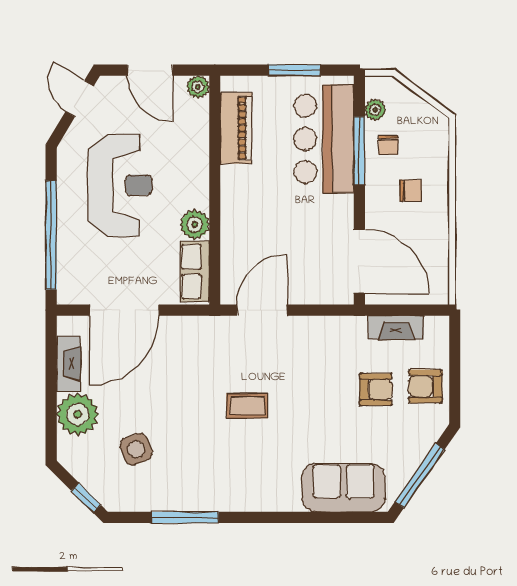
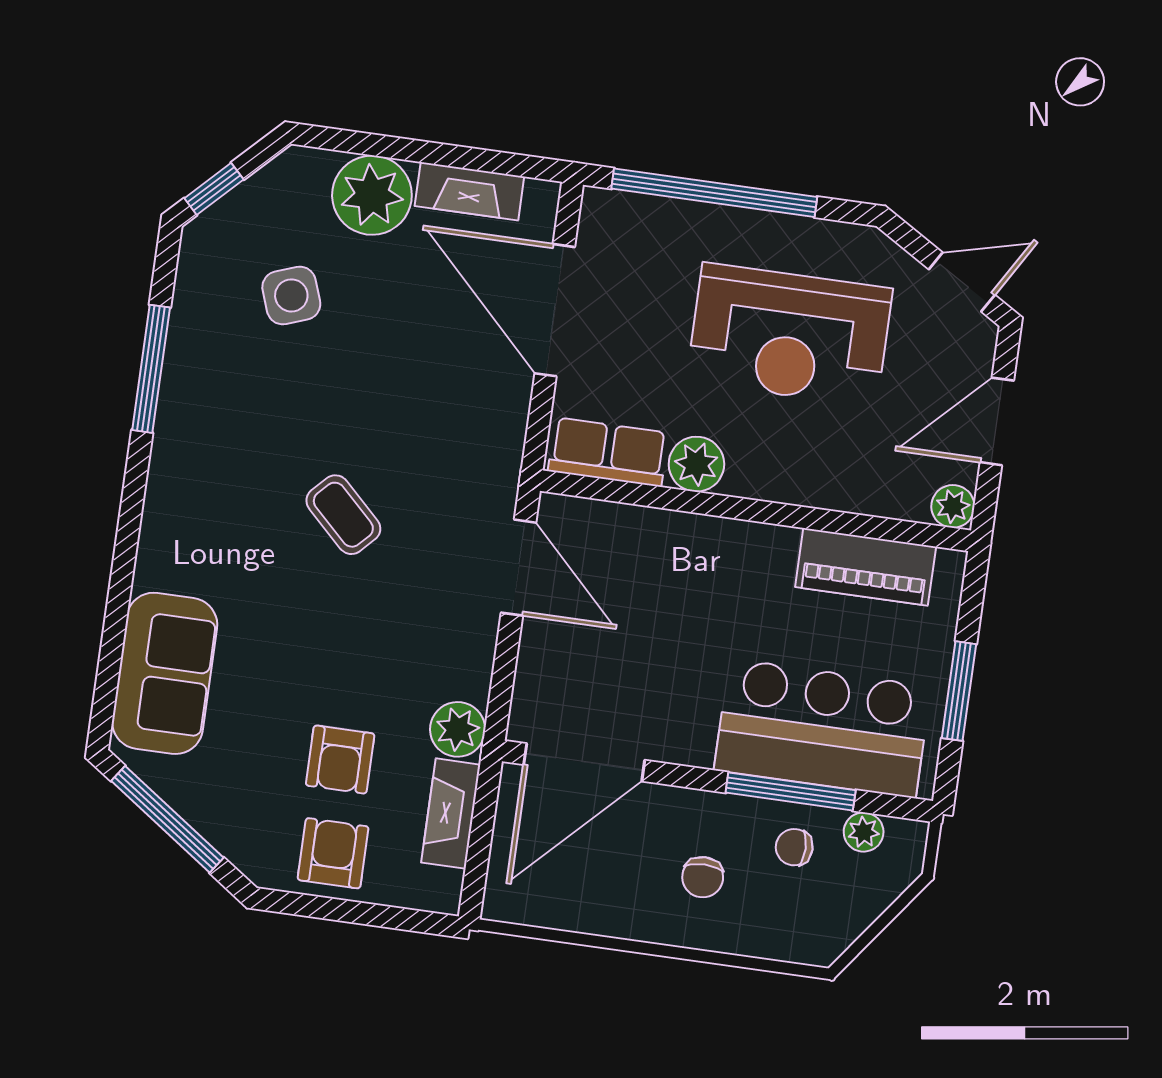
plant: (351, 330) -> (458, 729), added
coffee table: (247, 406) -> (343, 515), turned -46

